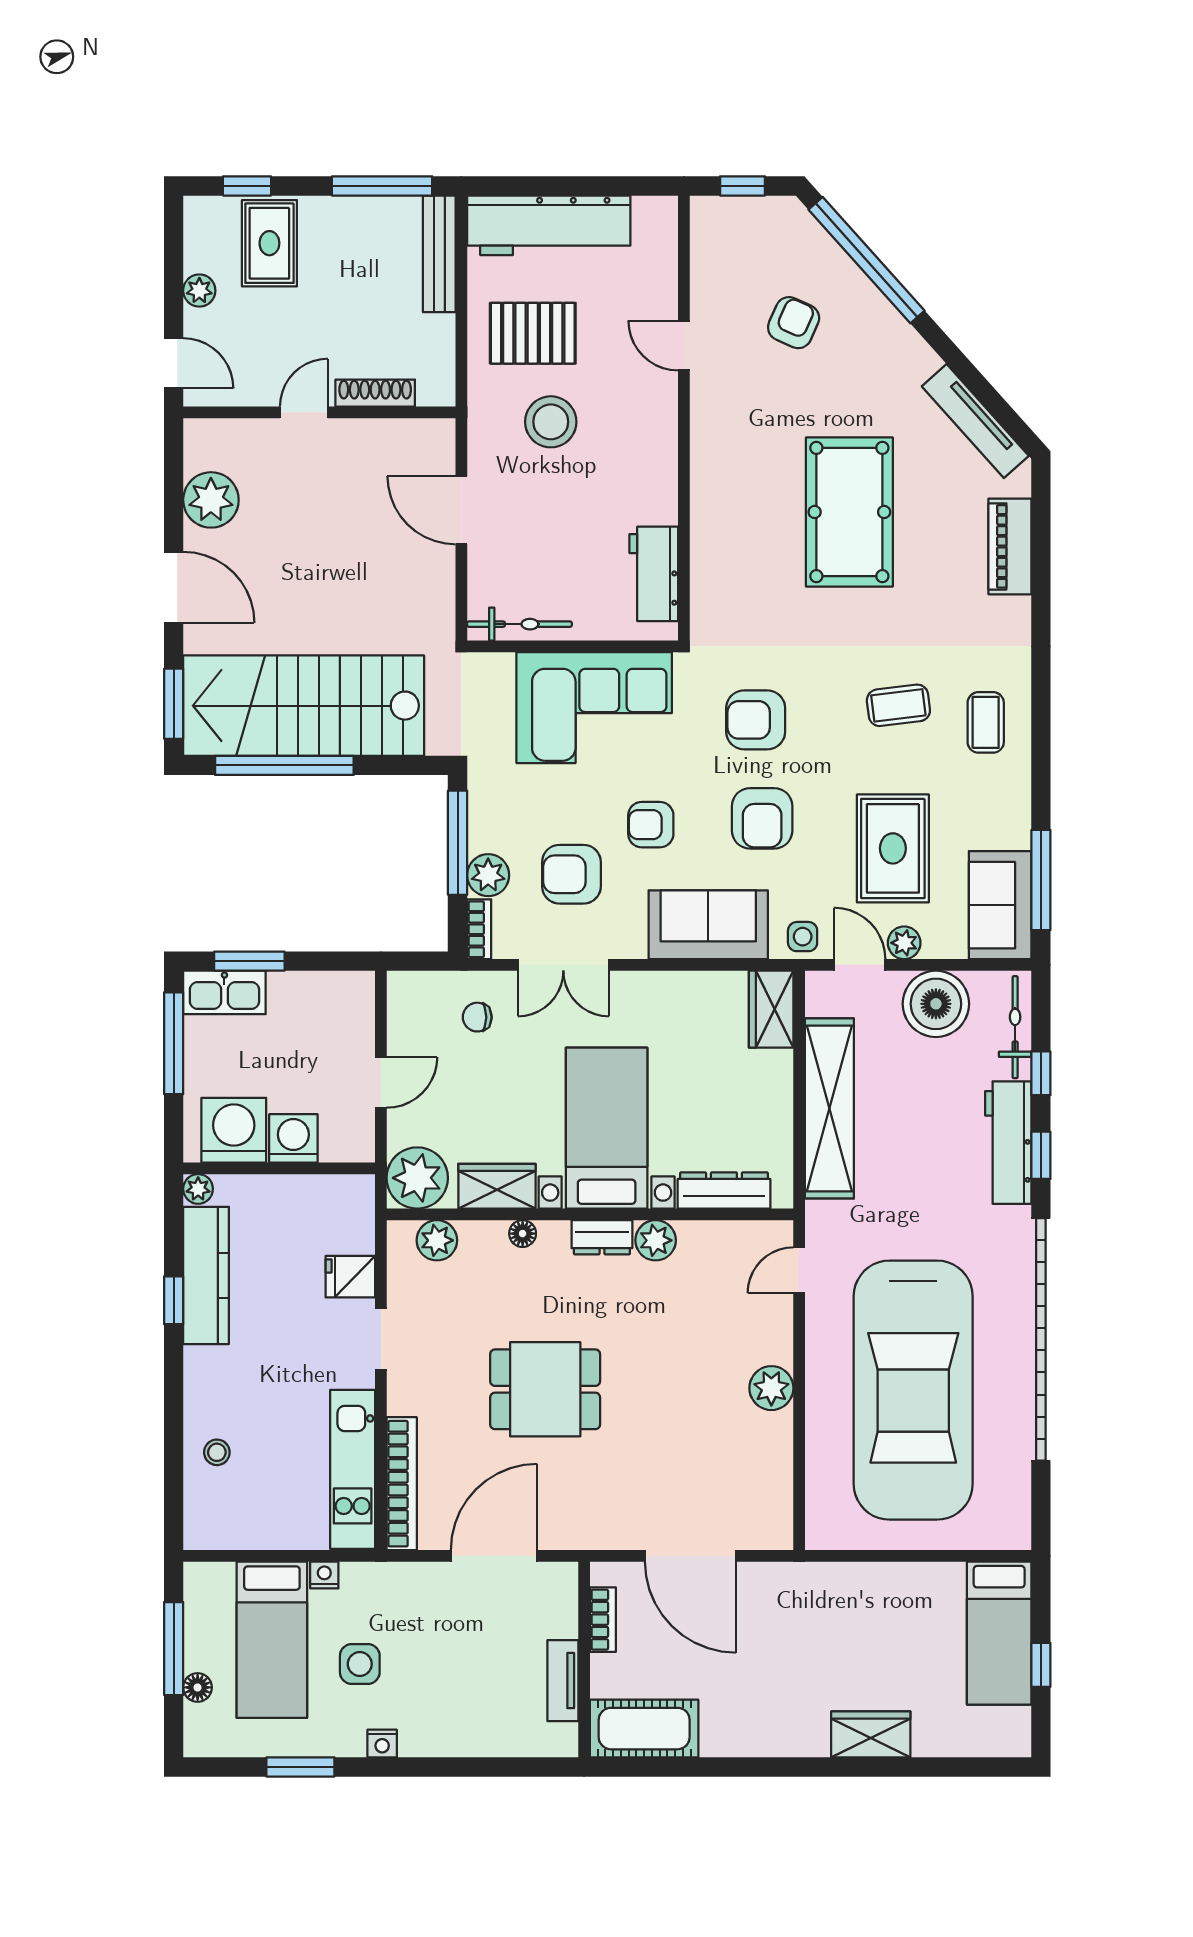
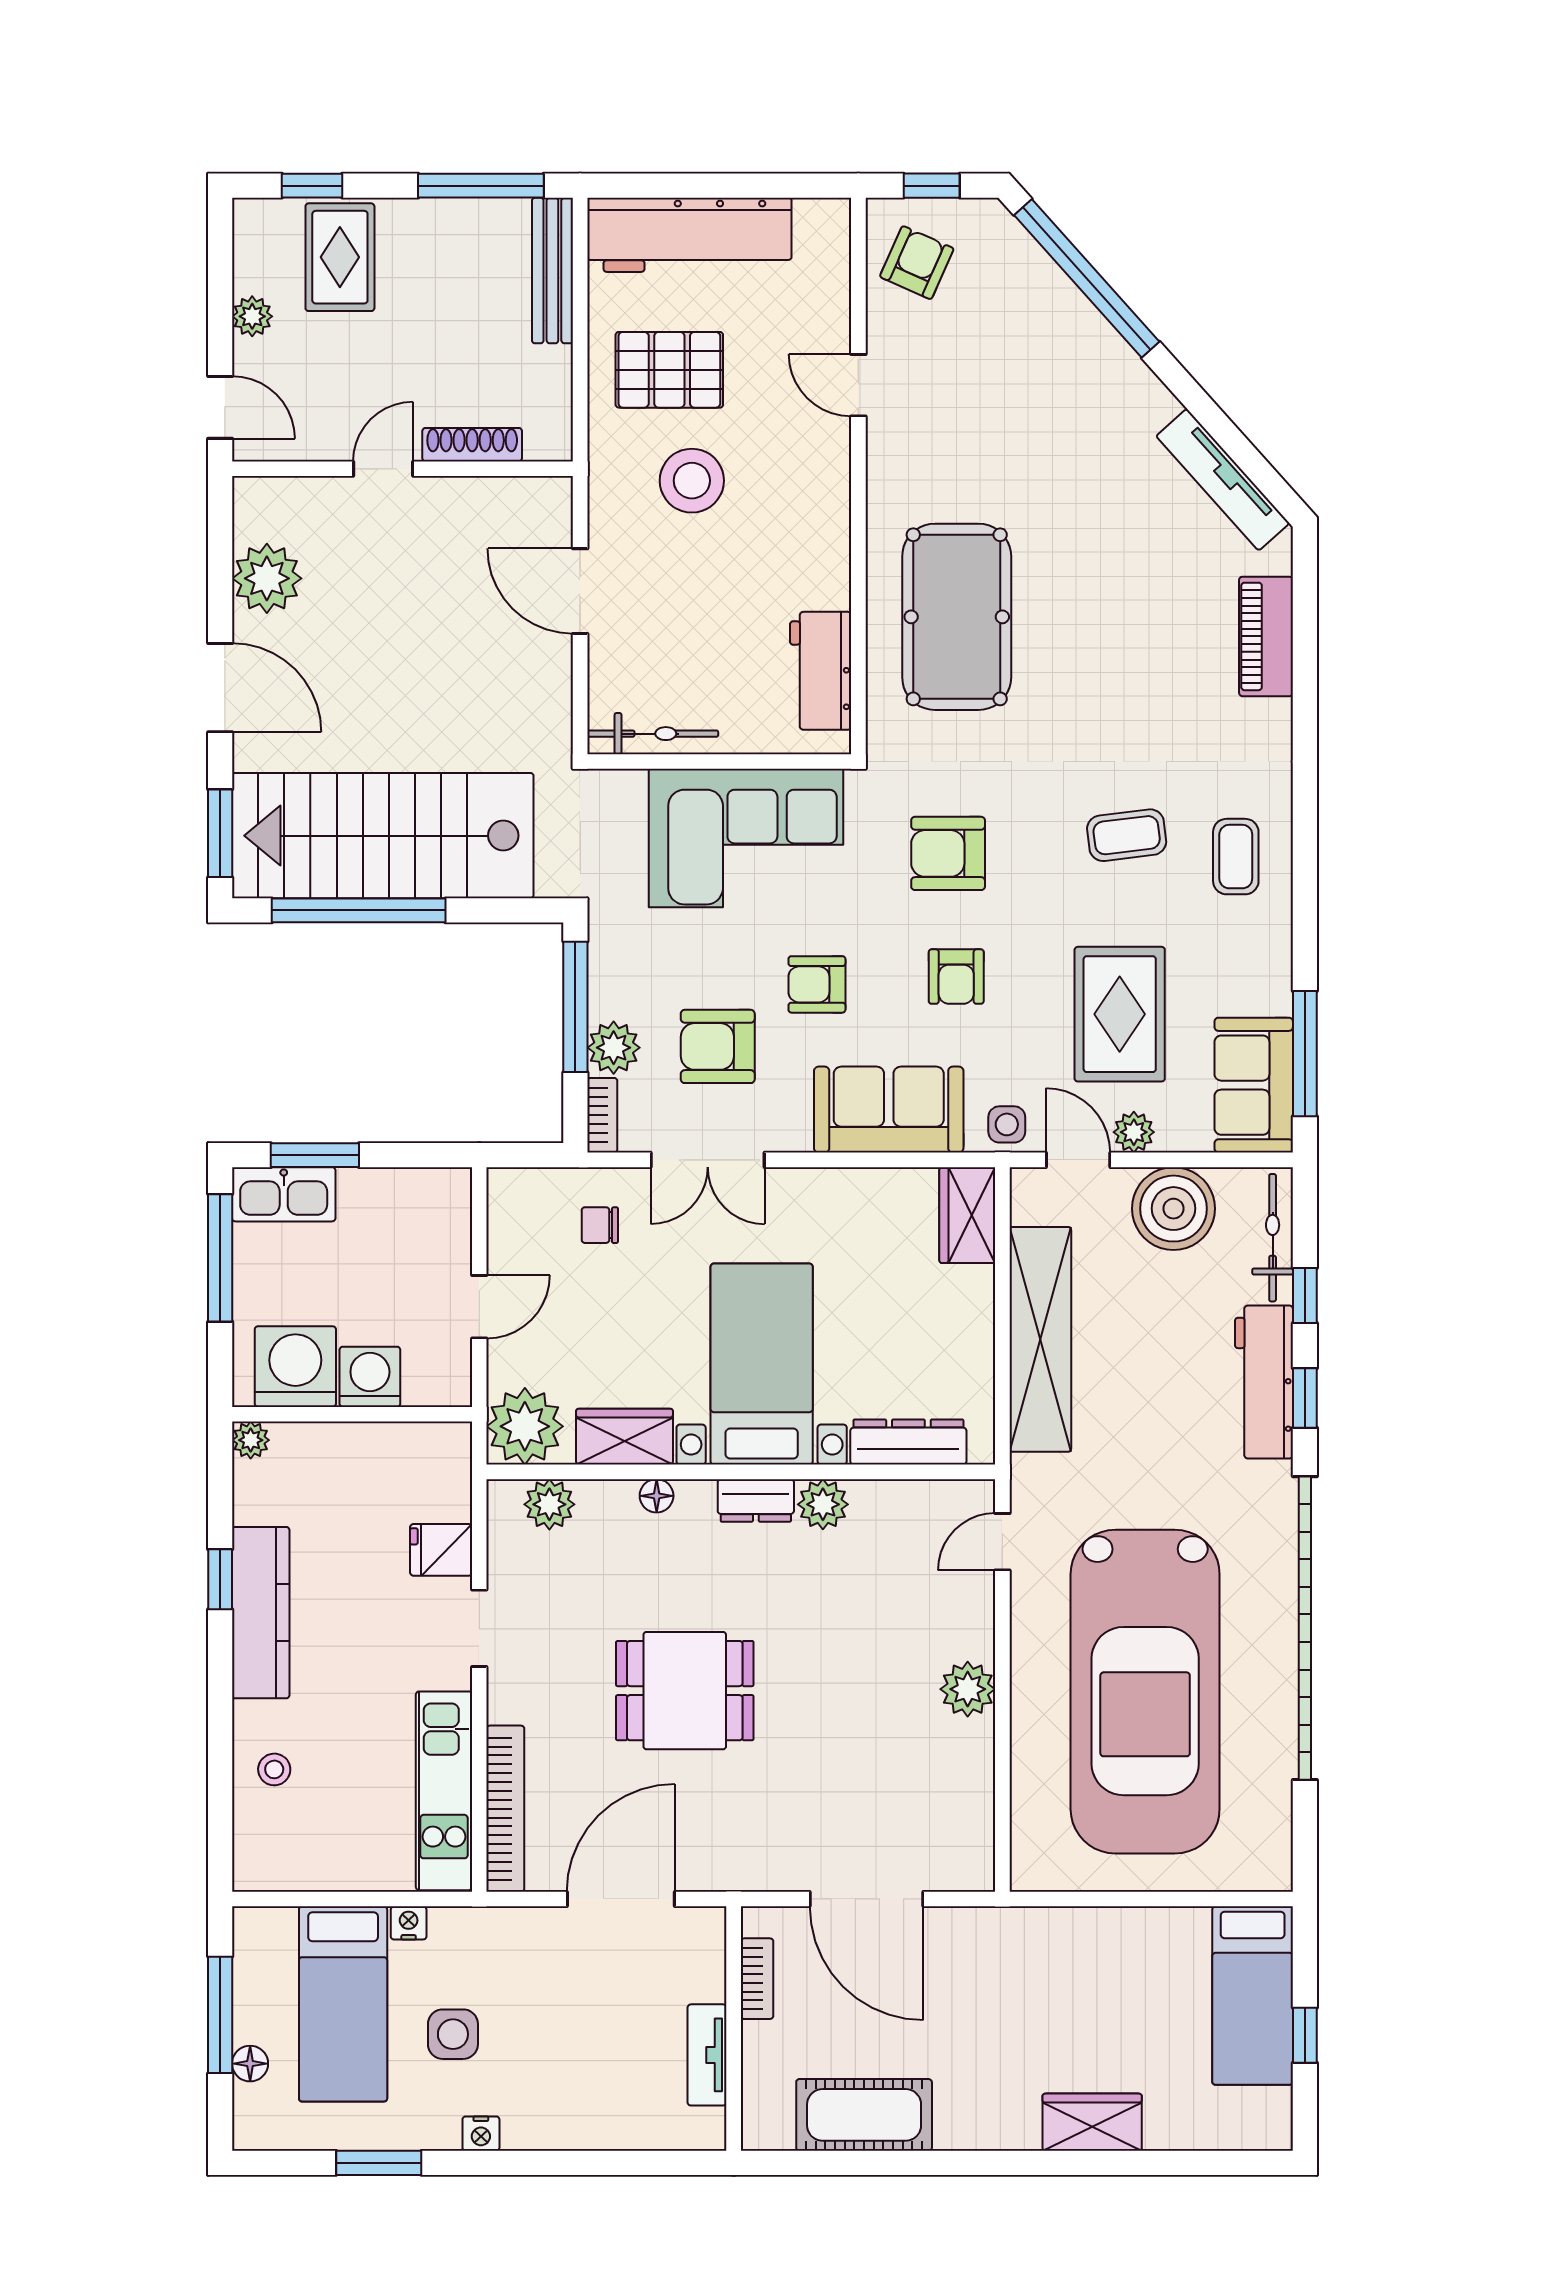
armchair: (794, 323) -> (917, 263), moved
pool table: (849, 512) -> (957, 617), moved
armchair: (762, 818) -> (956, 977), width x0.72, depth x0.72
kitchen counter: (206, 1275) -> (261, 1613), moved
cot: (644, 1729) -> (864, 2115), moved

